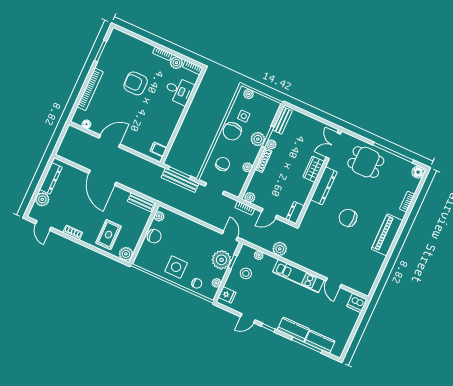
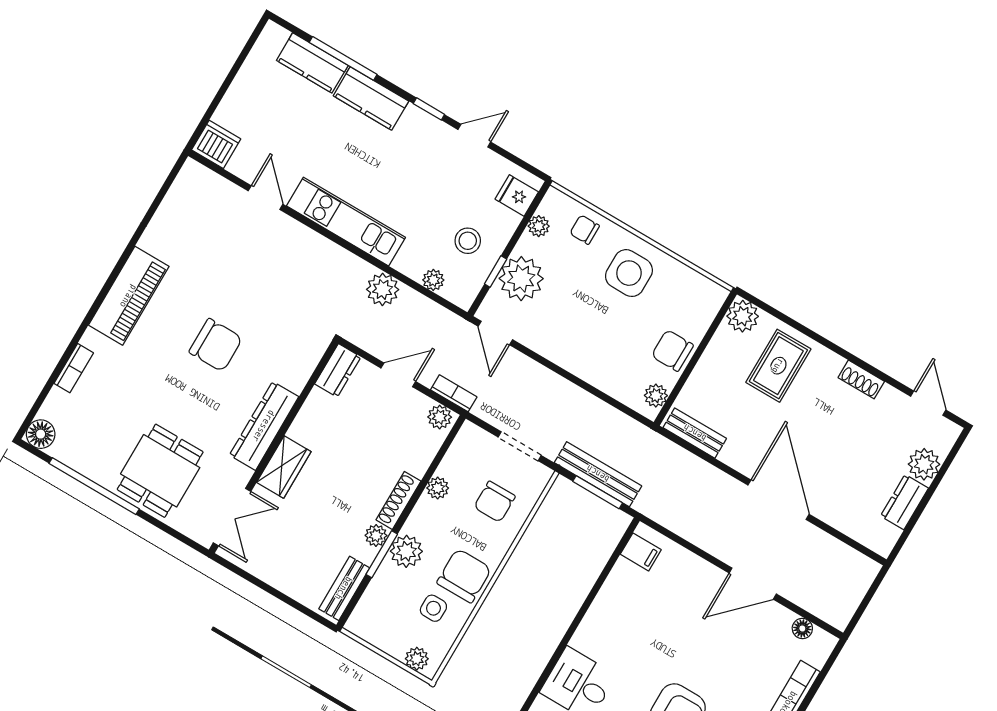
dining table: (366, 162) -> (160, 471), turned 90
dresser: (51, 178) -> (904, 502), width x0.70

